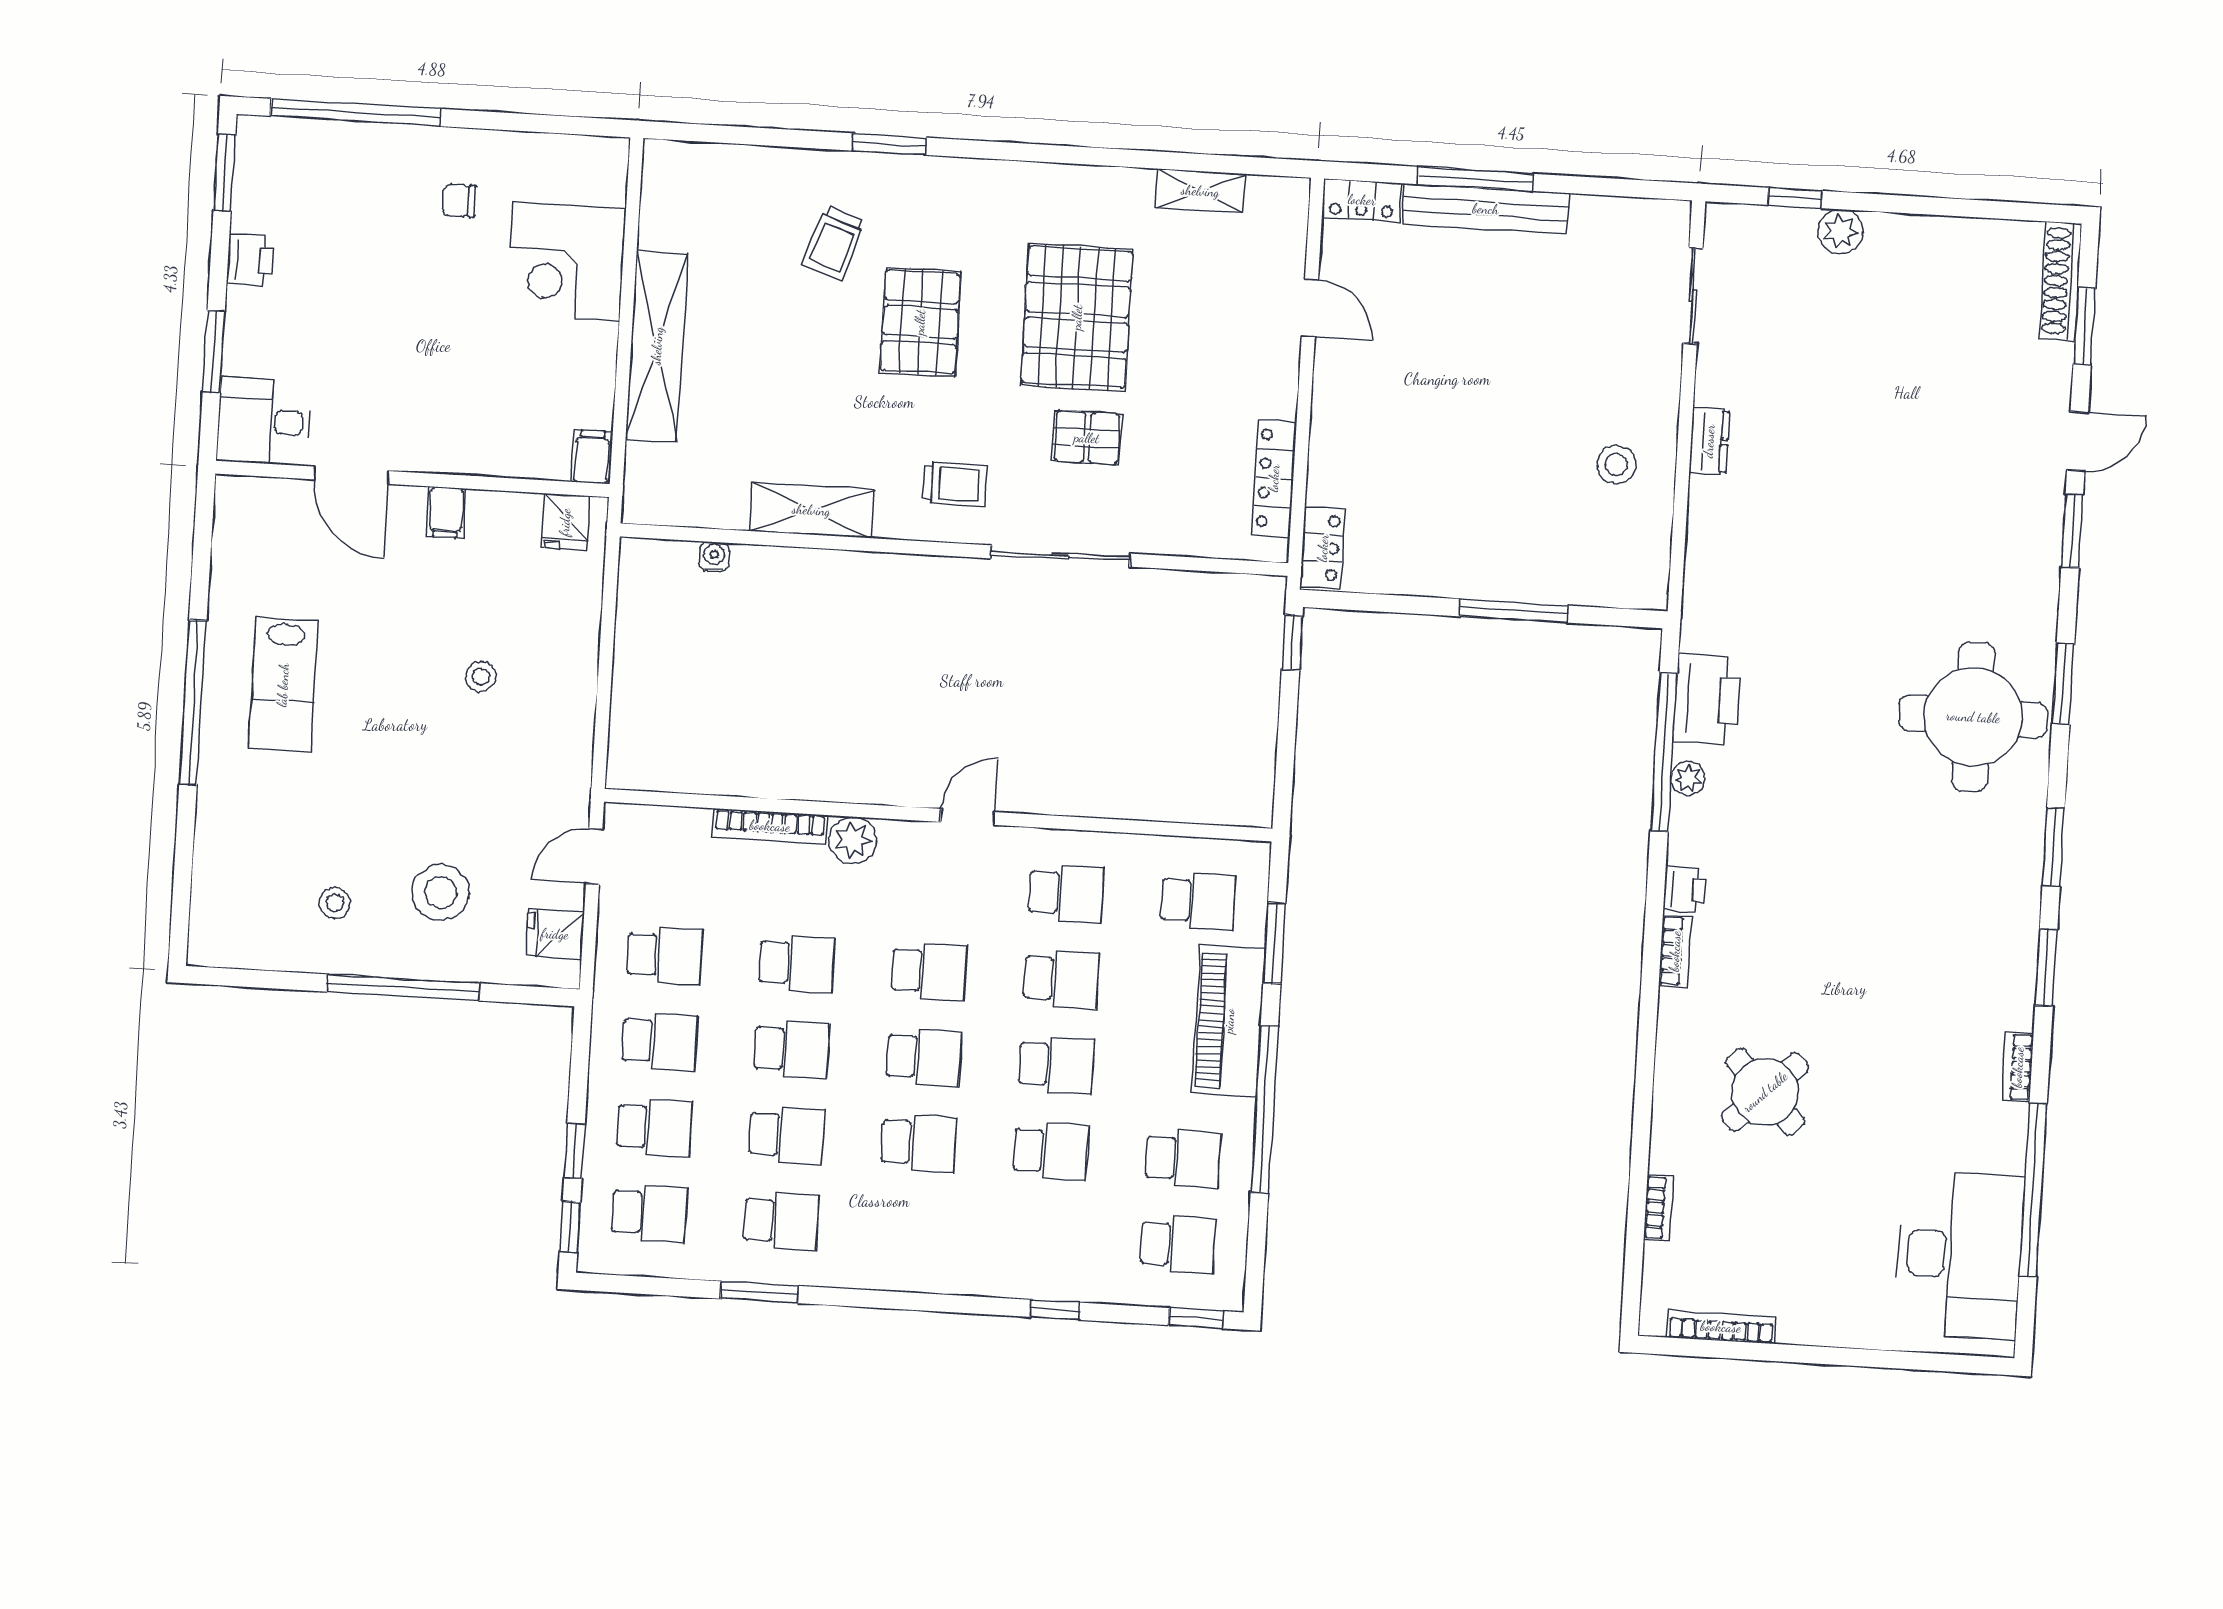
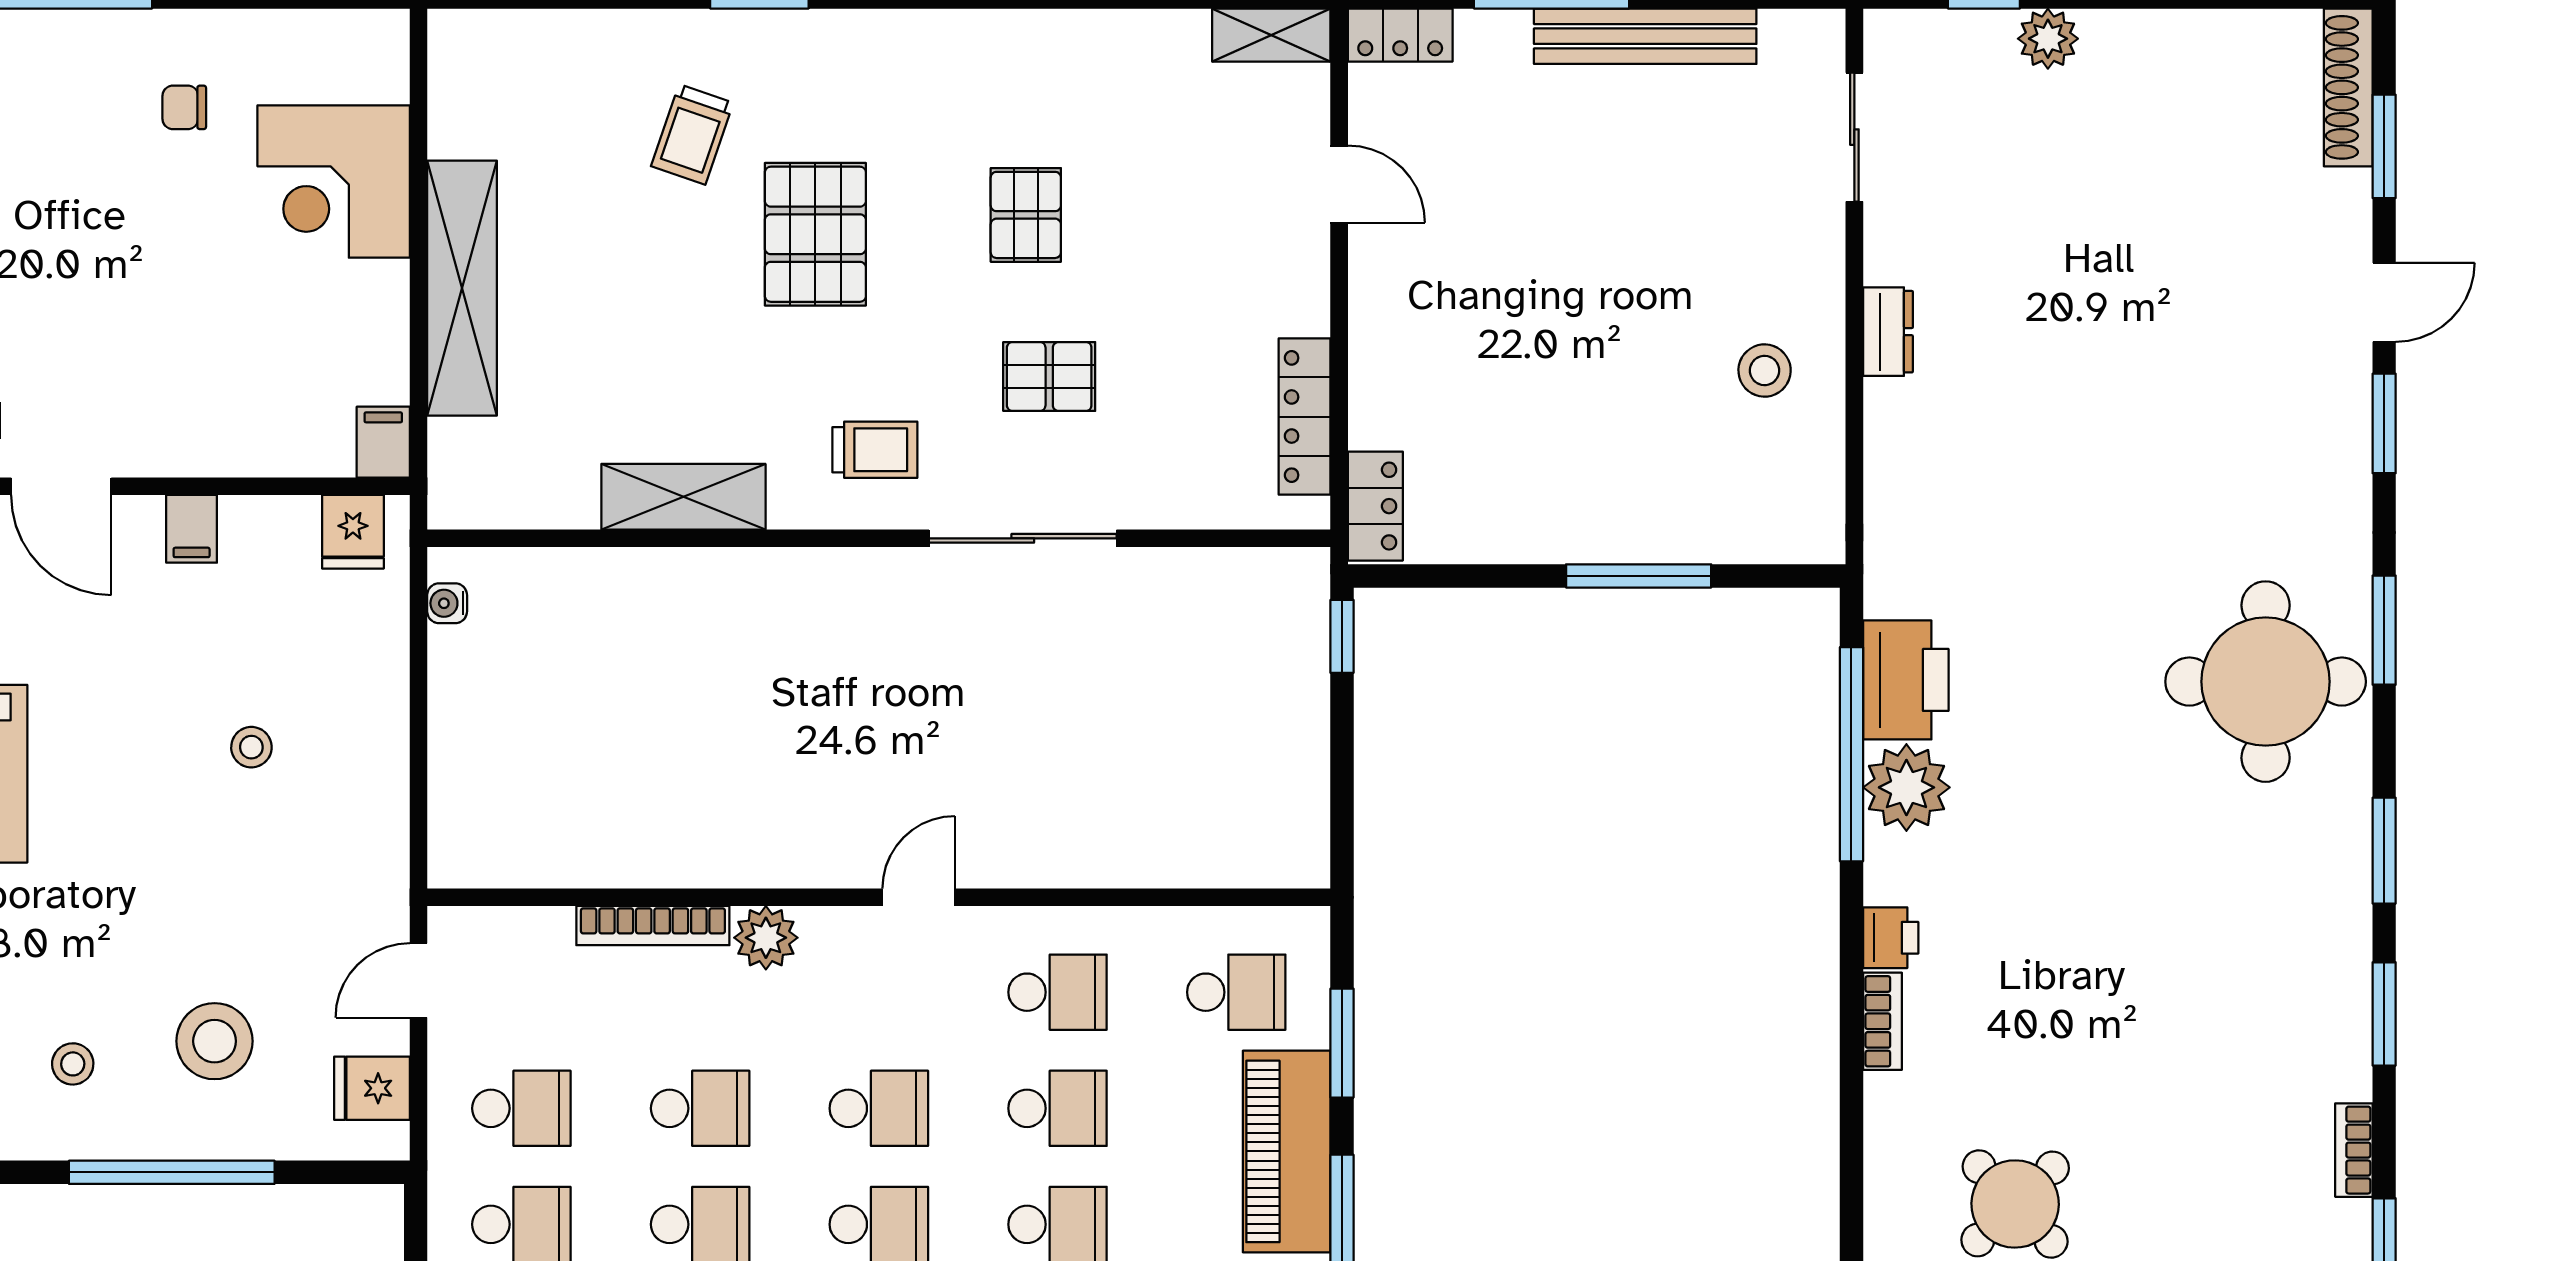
shelving: (1200, 191) -> (1271, 35), moved
bench: (1486, 209) -> (1645, 36), moved
pallet: (1077, 317) -> (1026, 215), width x0.49, depth x0.50
water cooler: (714, 557) -> (447, 603), moved, turned -90
plant: (1688, 778) -> (1906, 787), width x1.88, depth x1.88

